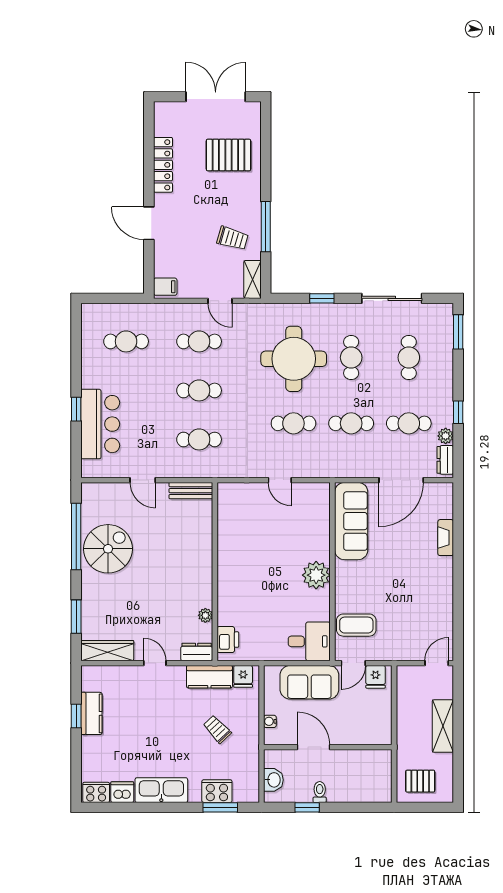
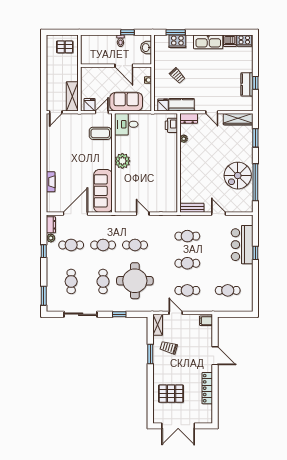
window: (266, 227) -> (150, 354), width x0.69
shelving: (443, 726) -> (72, 96), moved

